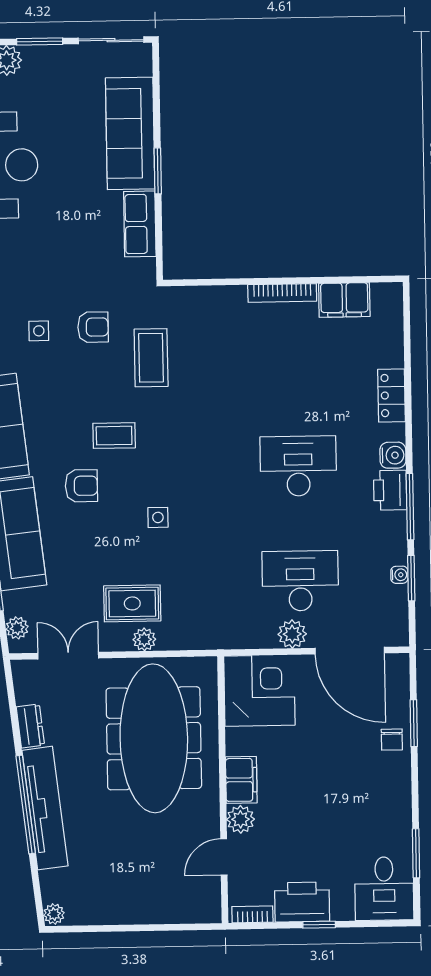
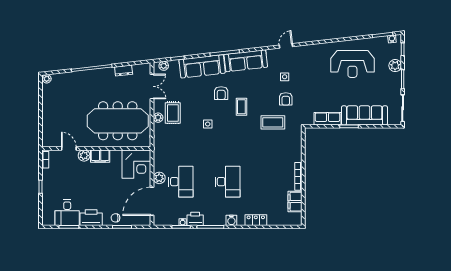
printer: (390, 490) -> (195, 219), moved
tv unit: (45, 808) -> (90, 76), removed
desk: (384, 889) -> (67, 213), moved, turned -90
printer: (302, 902) -> (91, 218), moved, turned -90

